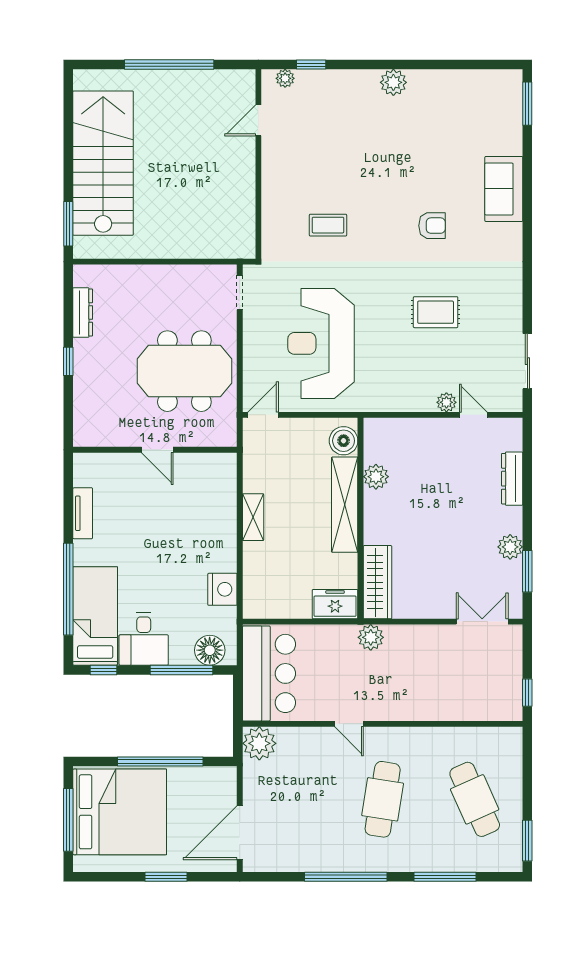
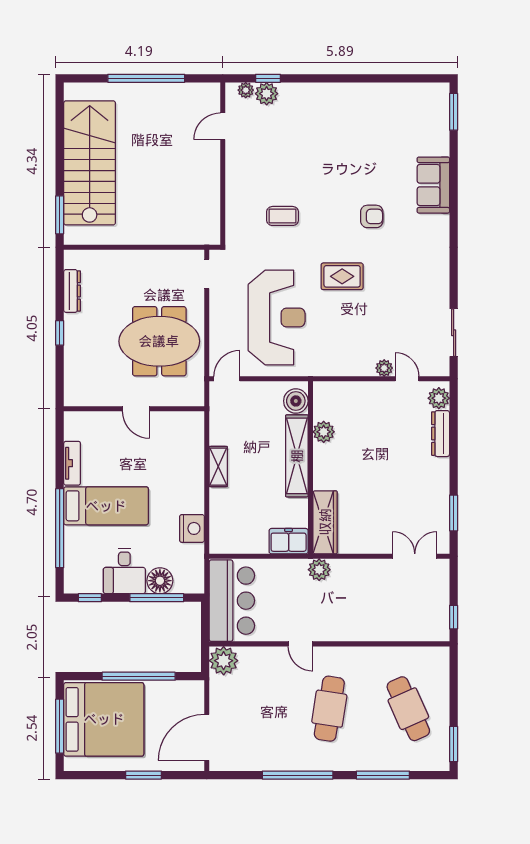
plant: (393, 82) -> (267, 94), moved
rug: (436, 312) -> (342, 276), moved
reception desk: (321, 343) -> (277, 318), turned 180
plant: (510, 547) -> (439, 398), moved
bed: (95, 616) -> (106, 506), moved, turned 90
floor lamp: (210, 650) -> (160, 581), moved

